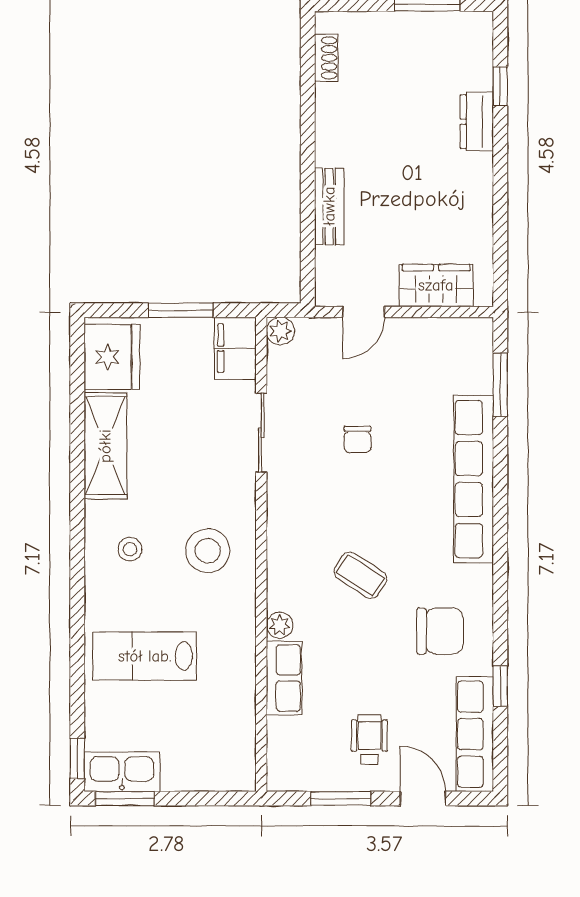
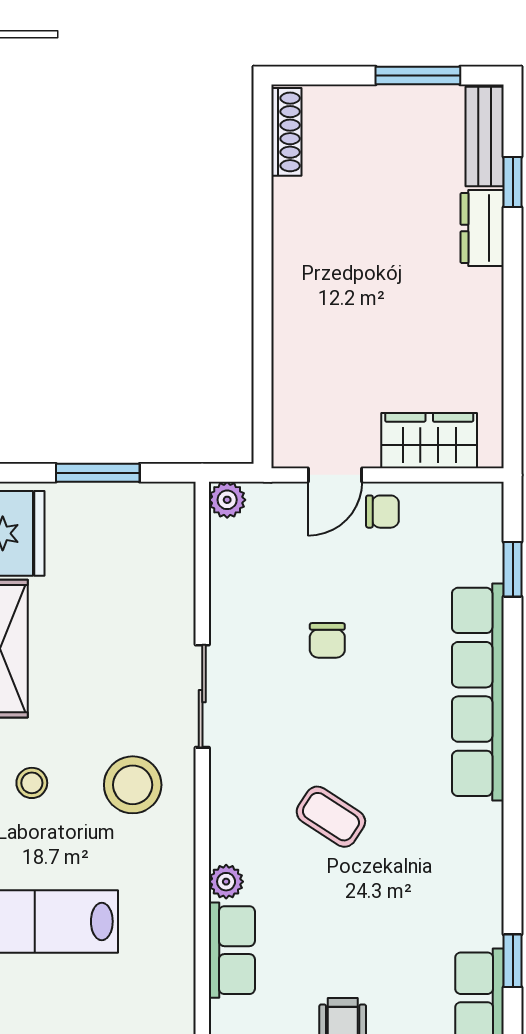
shoe rack: (326, 58) -> (286, 132), width x1.43
bench: (329, 206) -> (485, 136), moved
filing cabinet: (235, 348) -> (169, 522), removed
window: (500, 385) -> (513, 569), width x0.67
sliding door: (261, 433) -> (202, 696), moved
chair: (440, 631) -> (382, 512), moved, width x0.54, depth x0.54

